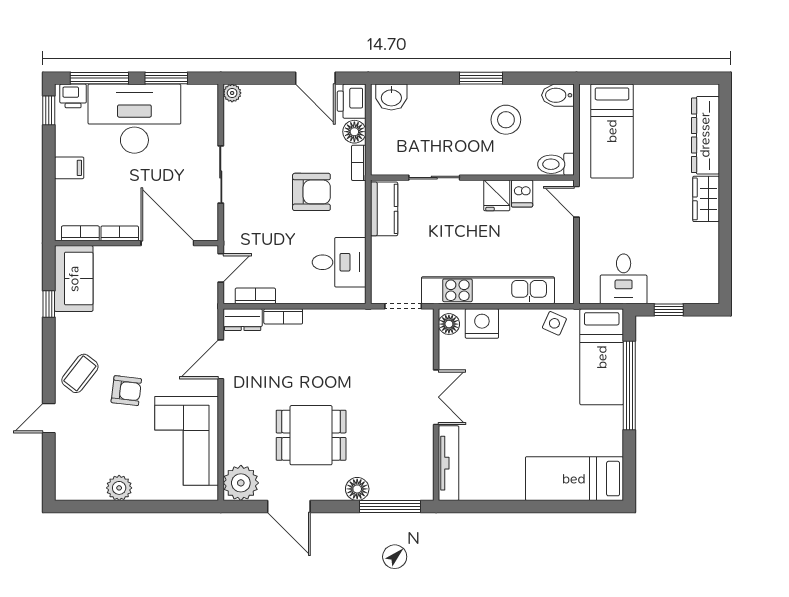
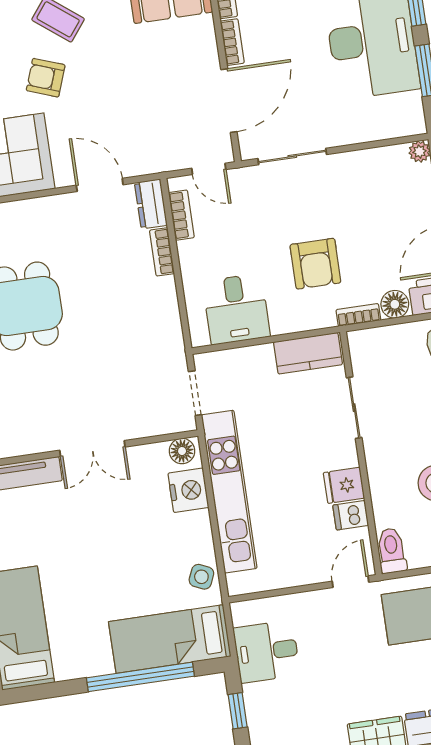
sliding door: (221, 175) -> (292, 156), moved
armchair: (126, 391) -> (46, 78), turned 103

